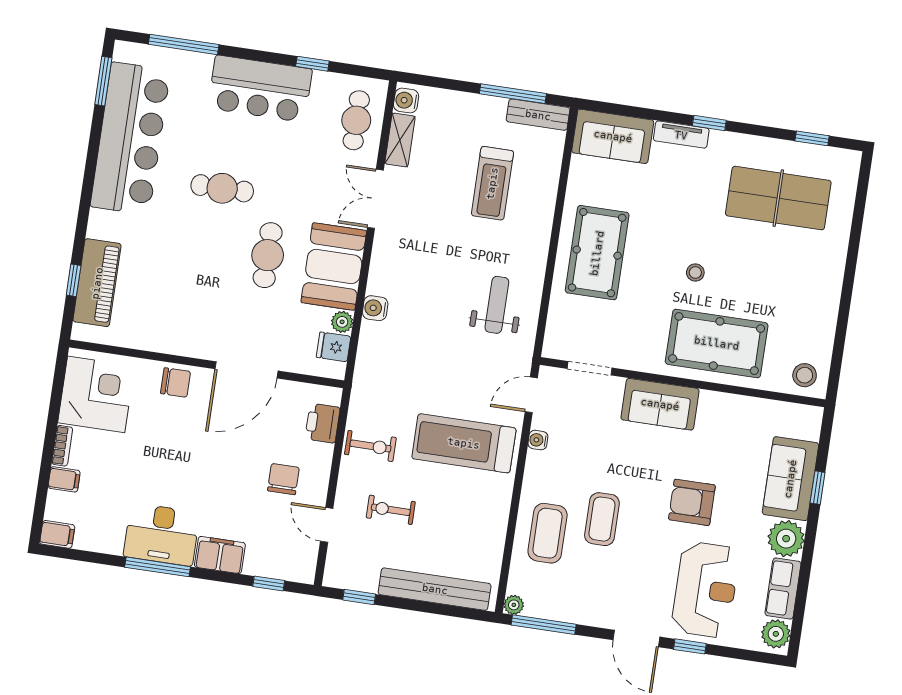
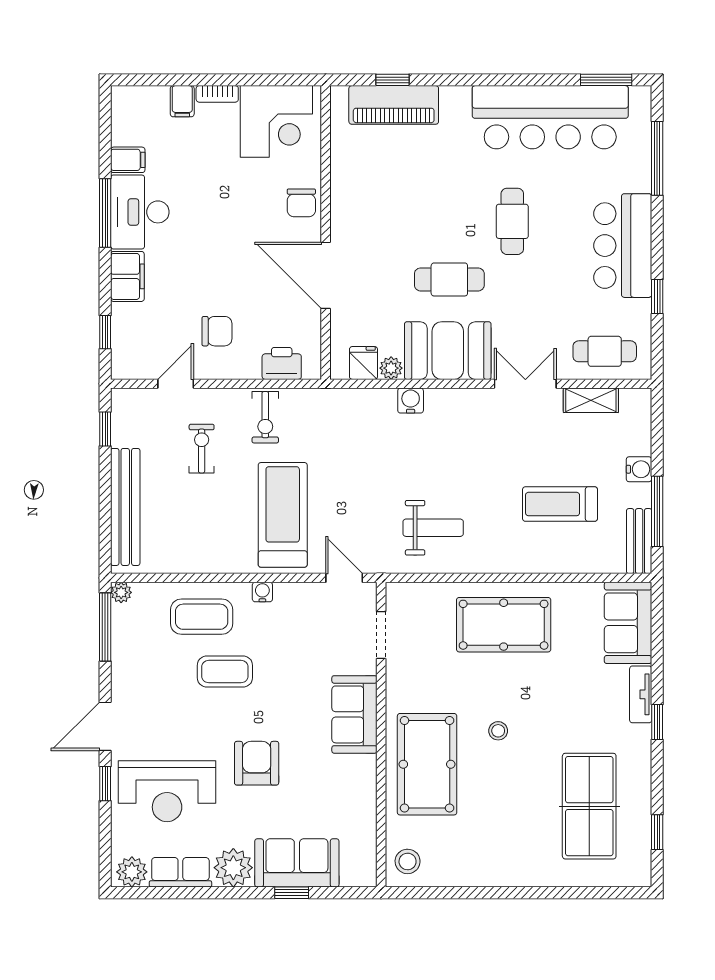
water cooler: (406, 100) -> (639, 469), moved, turned 90
water cooler: (538, 440) -> (262, 592), moved
filing cabinet: (57, 534) -> (128, 160), moved, turned -90

